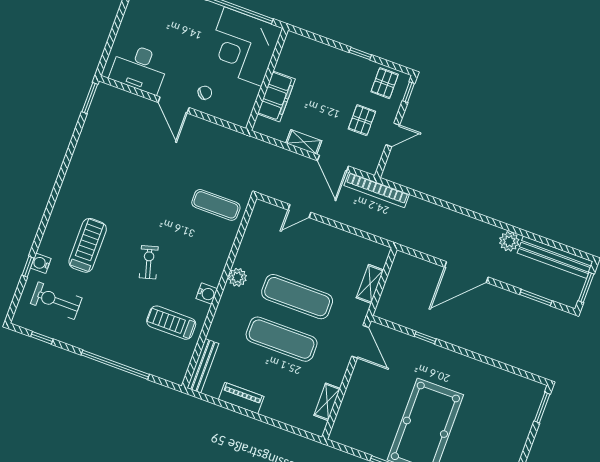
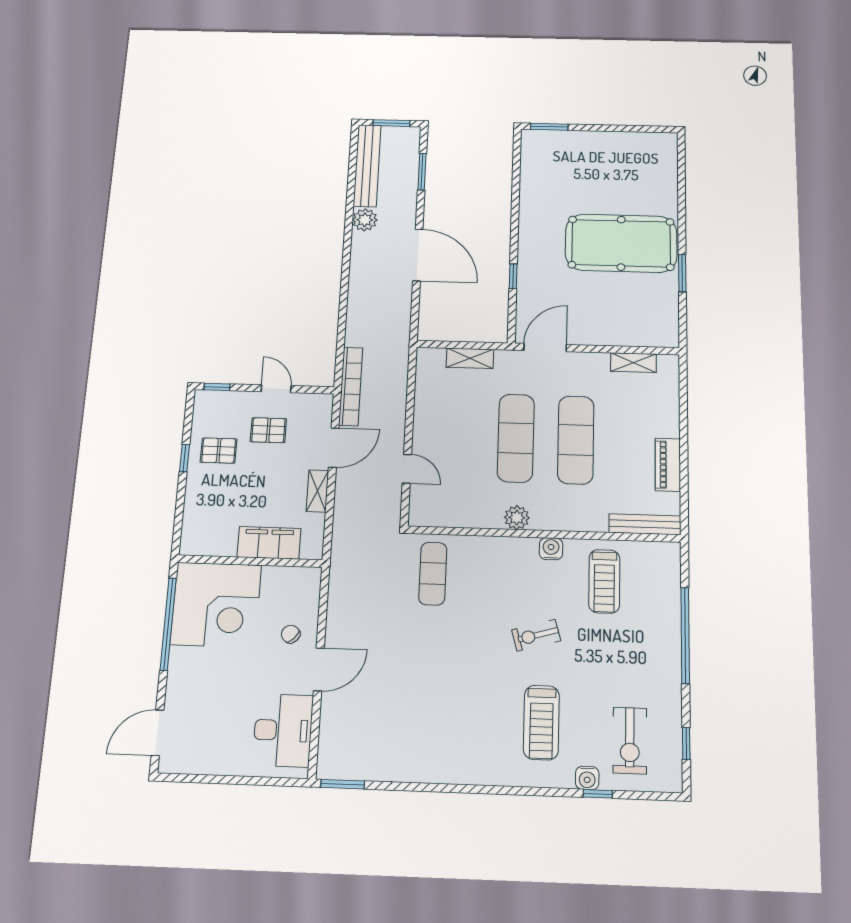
pallet: (385, 83) -> (219, 451), moved
treadmill: (88, 245) -> (541, 722), turned -90

